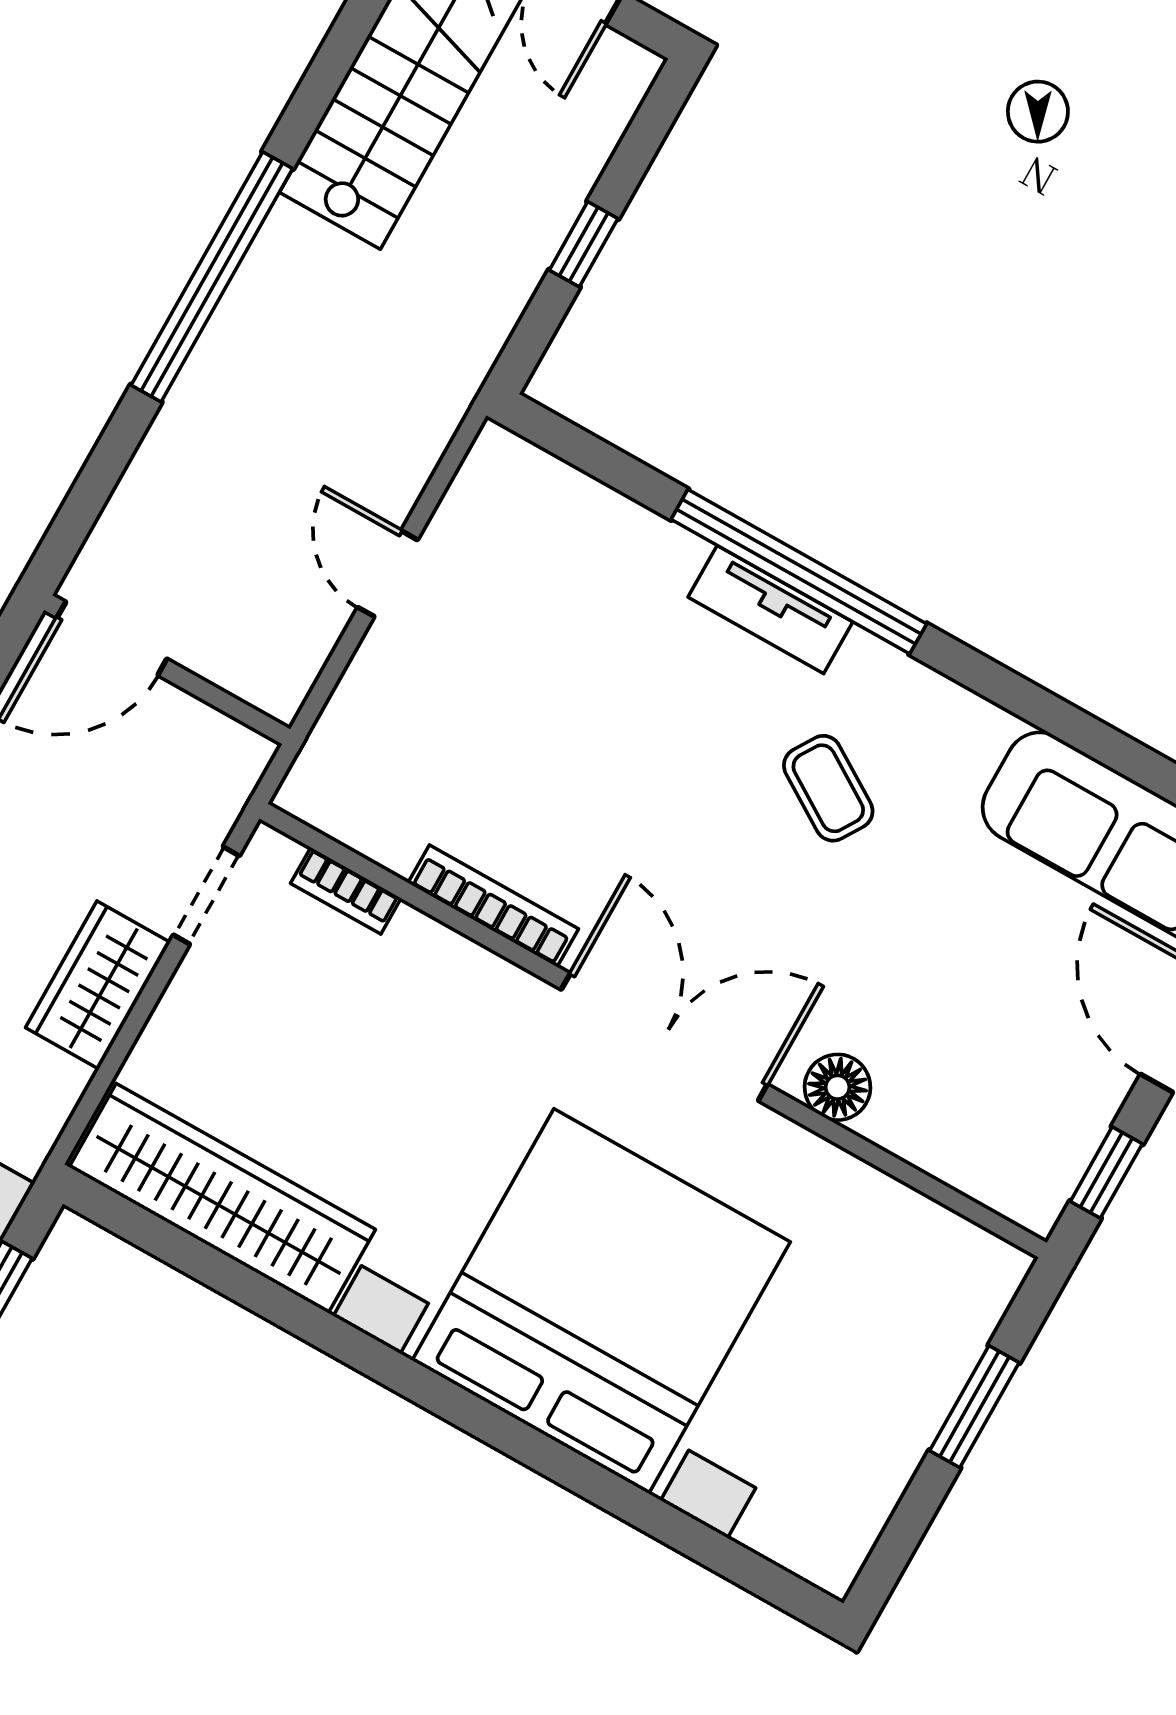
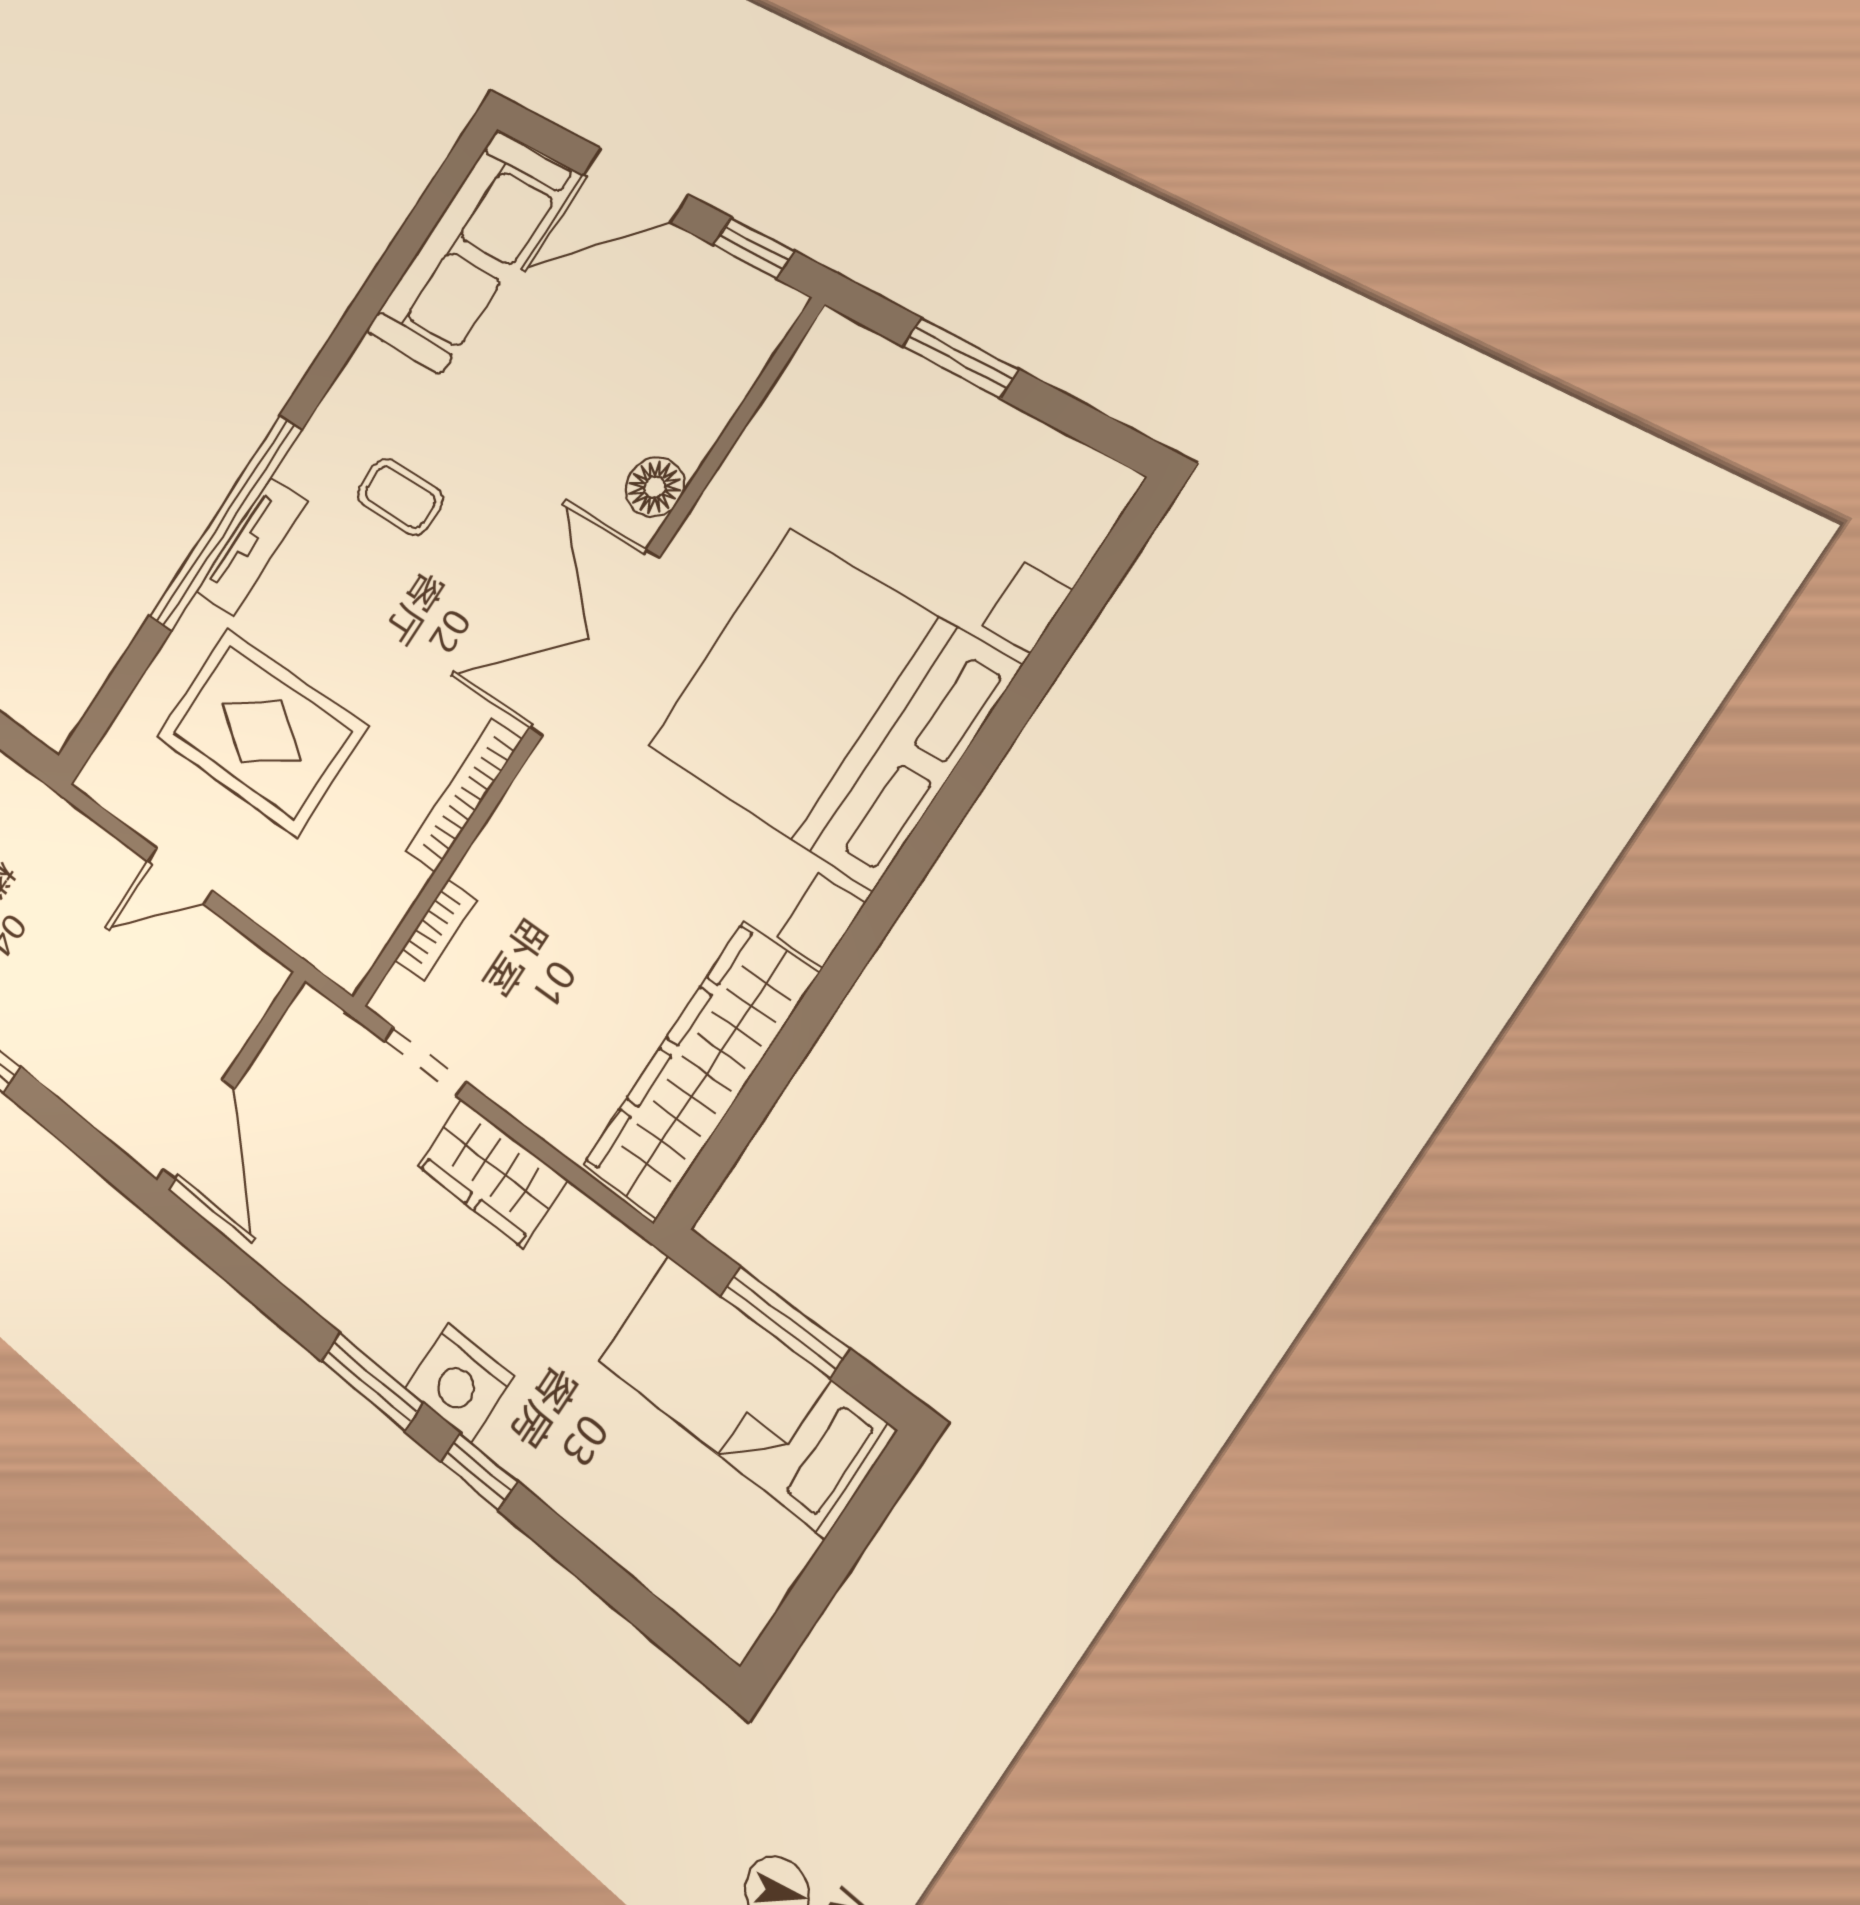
rug: (556, 652) -> (261, 732), added
coffee table: (828, 788) -> (400, 497), turned 58

